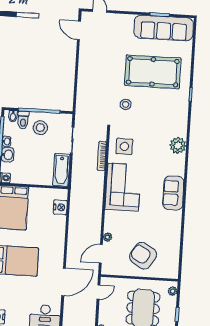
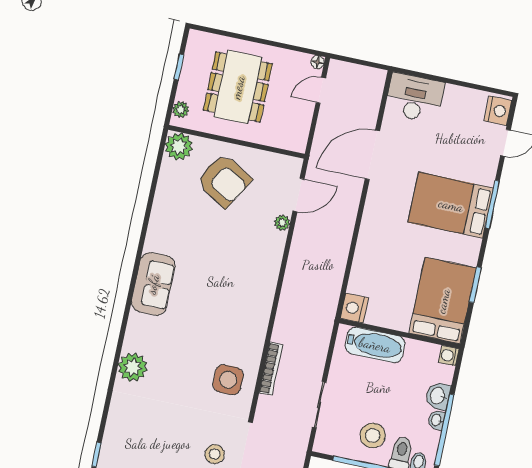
bathtub: (61, 170) -> (375, 345), moved, turned 90
corner sofa: (123, 187) -> (241, 308), removed
nightstand: (60, 207) -> (354, 308), moved
plant: (171, 271) -> (179, 146), added
door: (98, 292) -> (321, 90), moved

